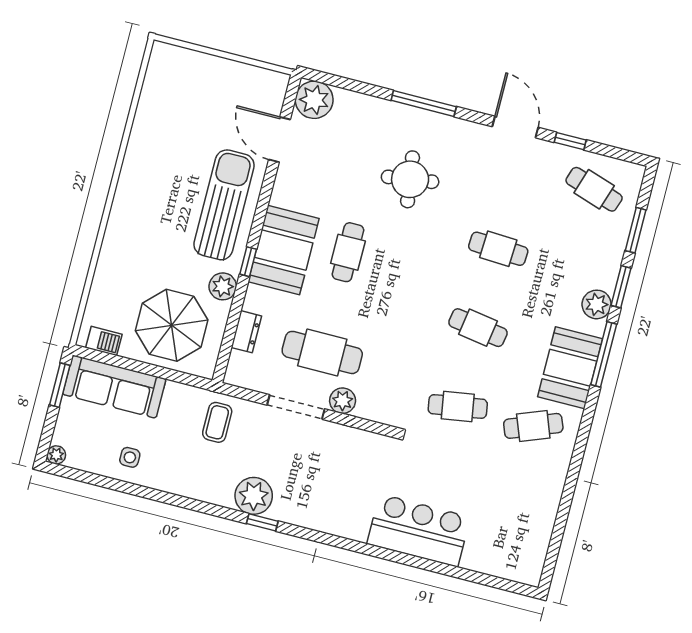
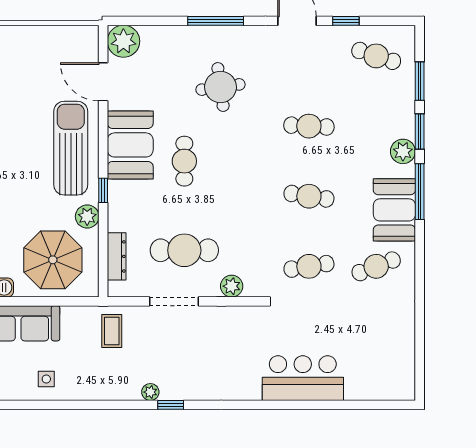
booth: (284, 250) -> (130, 145), moved
dresser: (246, 332) -> (117, 256), width x1.44
plant: (343, 401) -> (232, 286), moved
plant: (254, 496) -> (150, 392), width x0.53, depth x0.53

